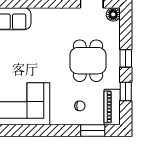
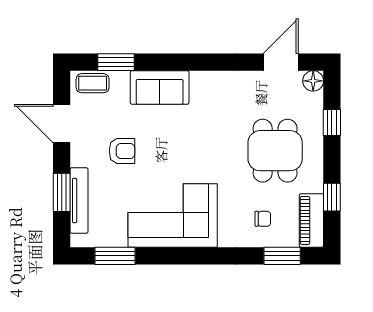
window: (126, 58) -> (332, 123), moved

